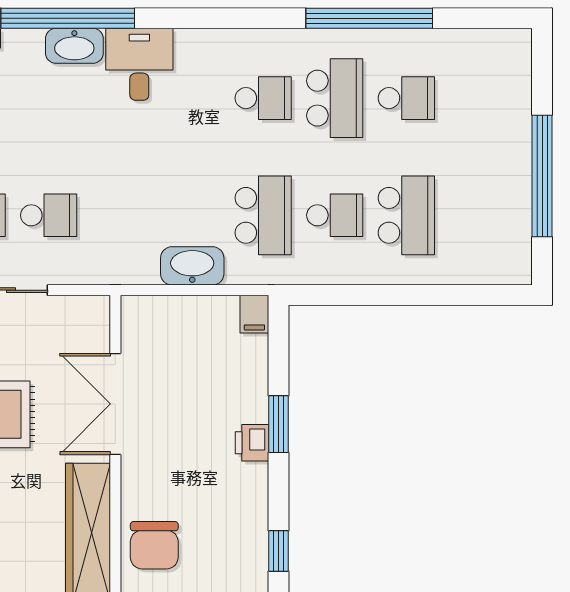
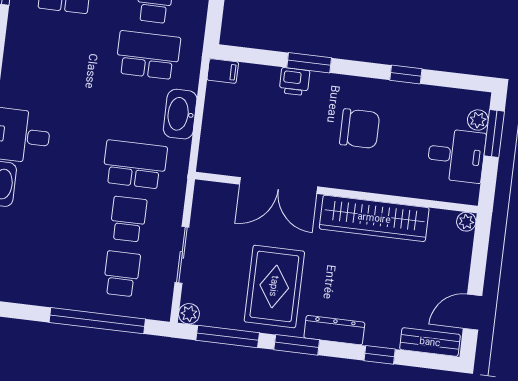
school desk: (263, 98) -> (135, 164), moved, width x1.85
printer: (252, 443) -> (294, 82), moved
chair: (154, 545) -> (360, 129), moved

